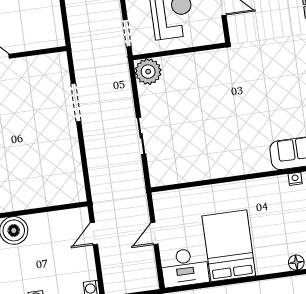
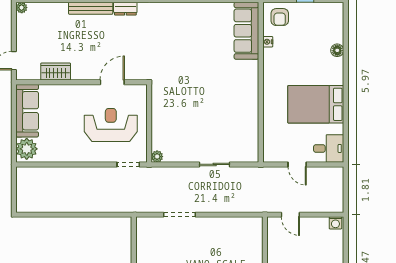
plant: (148, 72) -> (157, 157), width x0.53, depth x0.53
desk: (185, 267) -> (329, 148), width x0.73

